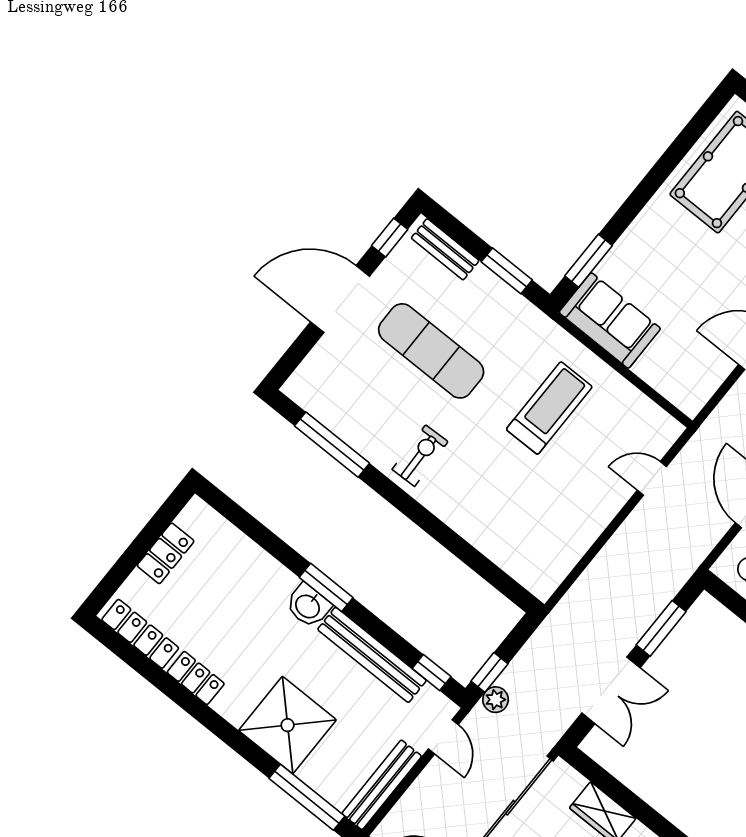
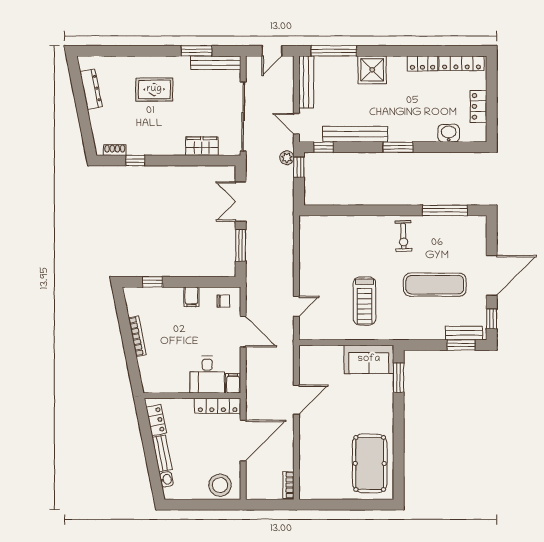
window: (507, 271) -> (461, 345), moved
washbasin: (308, 606) -> (449, 133), moved
shower: (288, 725) -> (372, 70), width x0.73, depth x0.73

